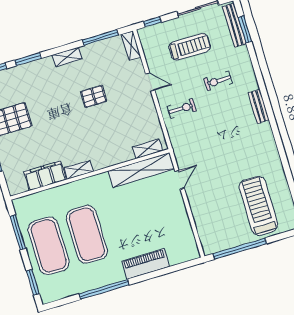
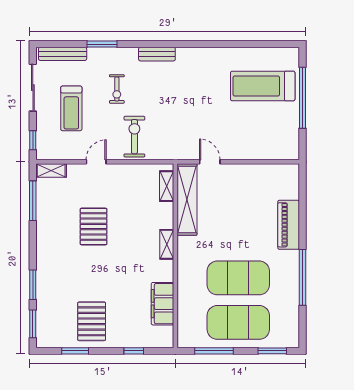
window: (245, 29) -> (102, 44), moved
treadmill: (190, 47) -> (71, 108), turned 180
shelving: (67, 57) -> (43, 242), removed
pallet: (94, 96) -> (94, 227), width x1.50, depth x1.42
exercise bike: (182, 108) -> (134, 137), width x1.38, depth x1.39
shelving: (79, 170) -> (167, 244), moved
window: (240, 249) -> (302, 98), moved

